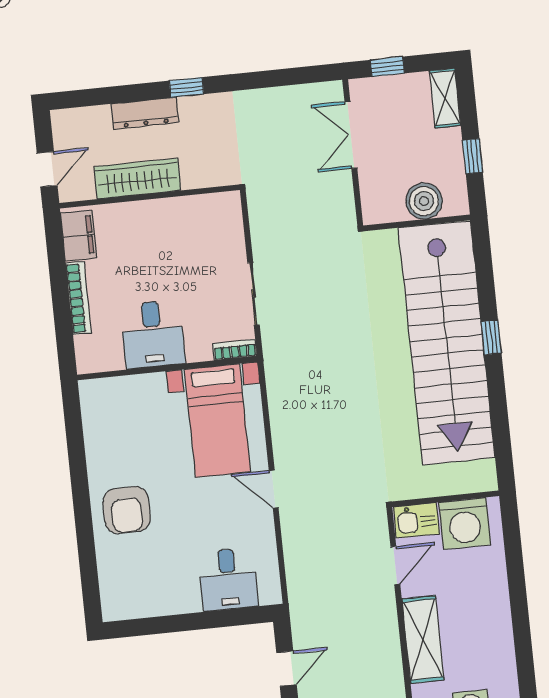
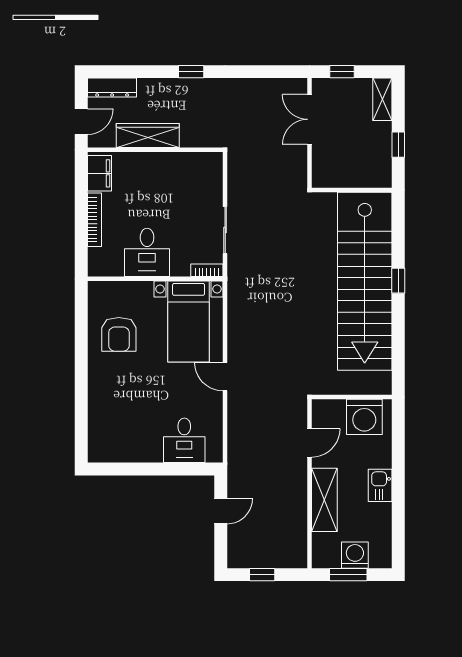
dresser: (145, 113) -> (112, 88), moved
boiler: (424, 201) -> (359, 174), removed
armchair: (127, 510) -> (119, 334), moved
kitchen sink: (416, 520) -> (380, 485), moved, turned 90

